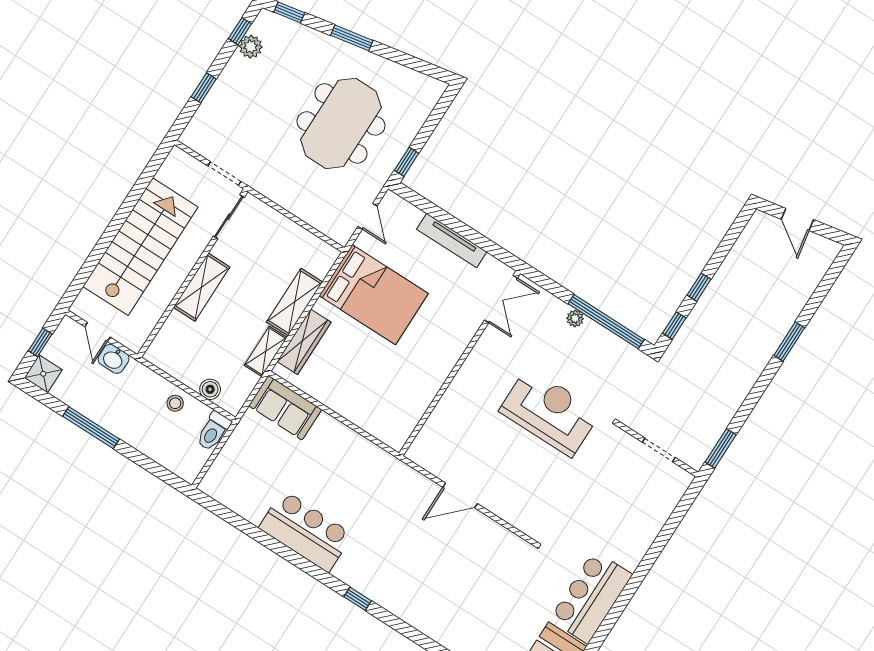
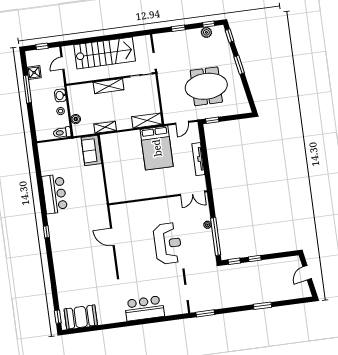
shelving: (295, 302) -> (147, 121), moved
wardrobe: (304, 342) -> (120, 138), removed
washbasin: (114, 359) -> (60, 95), moved
shower: (43, 374) -> (34, 72), moved
bar counter: (591, 597) -> (144, 308), moved

